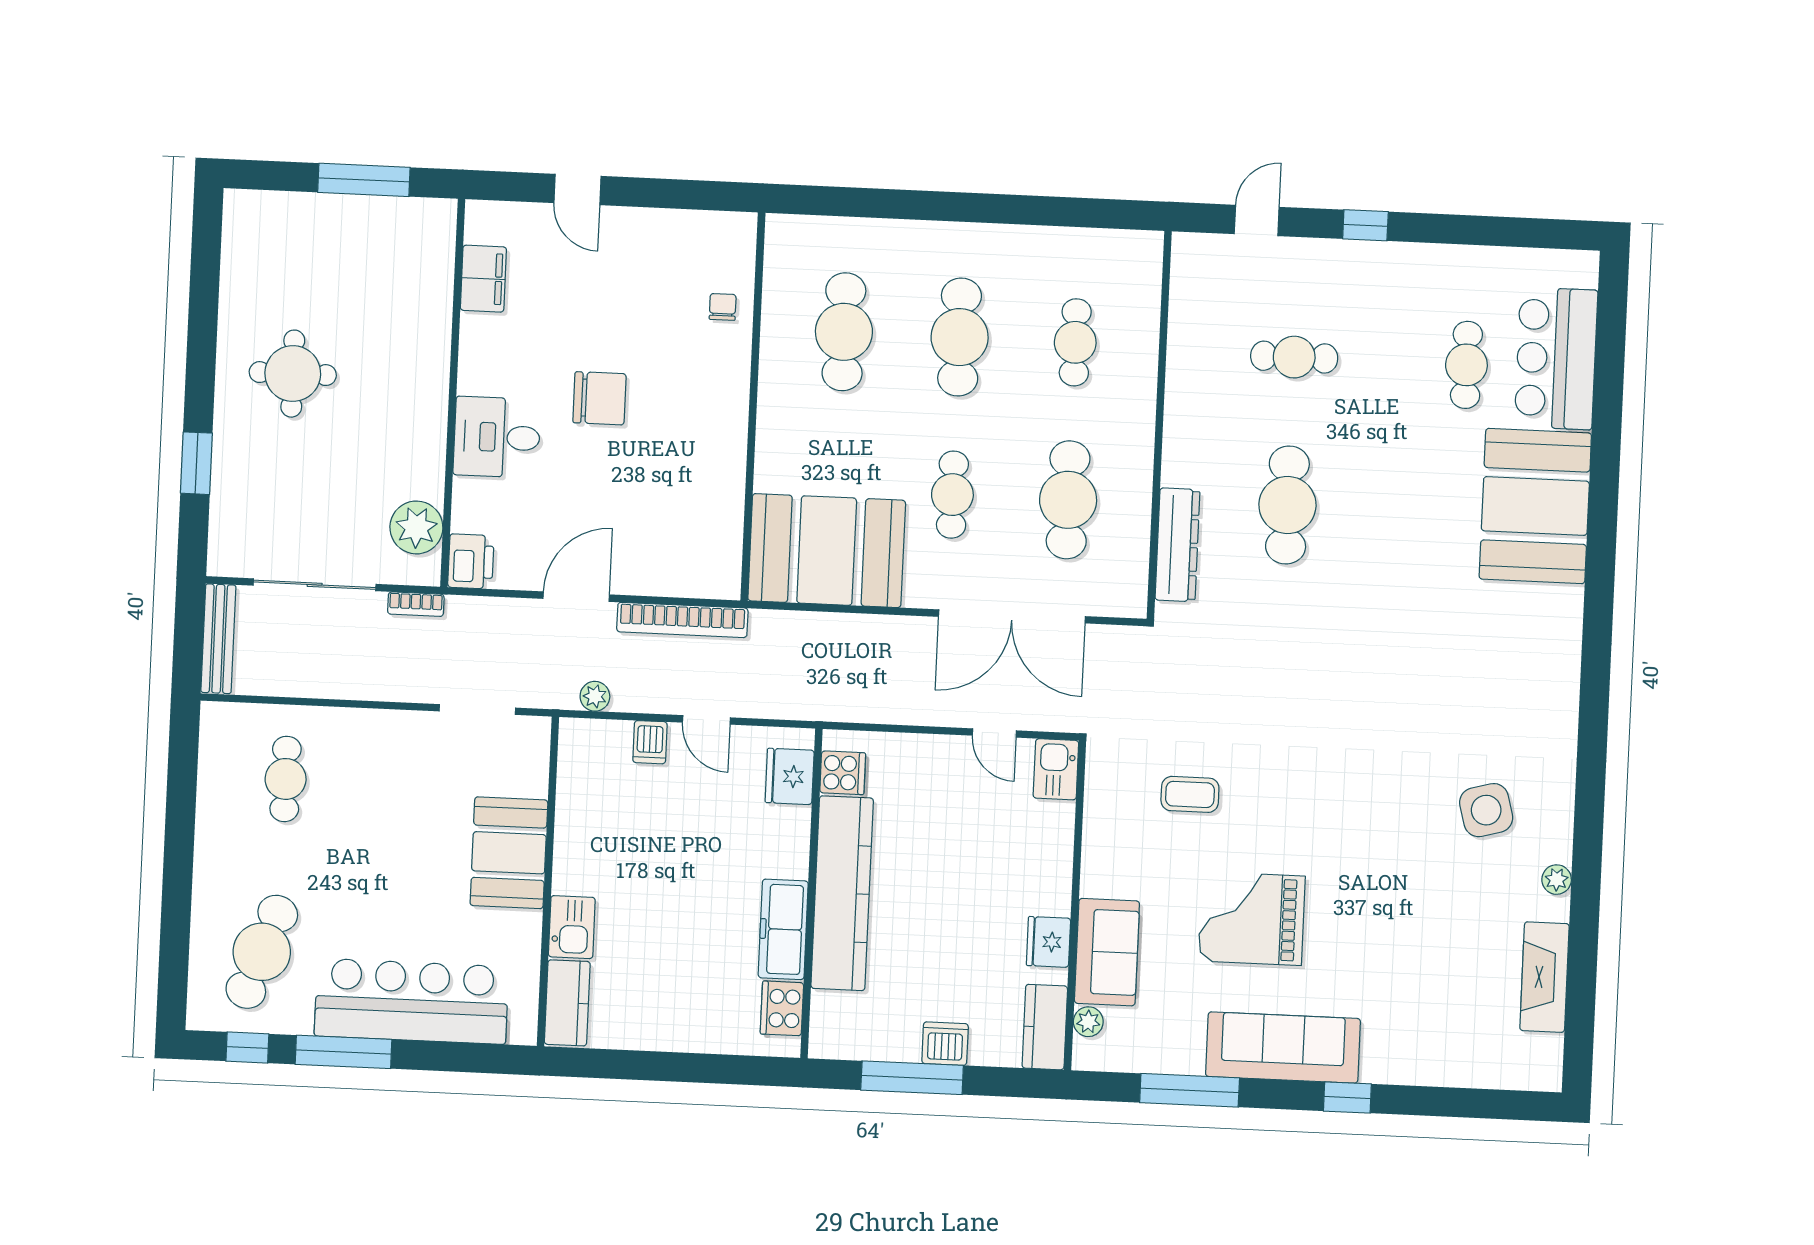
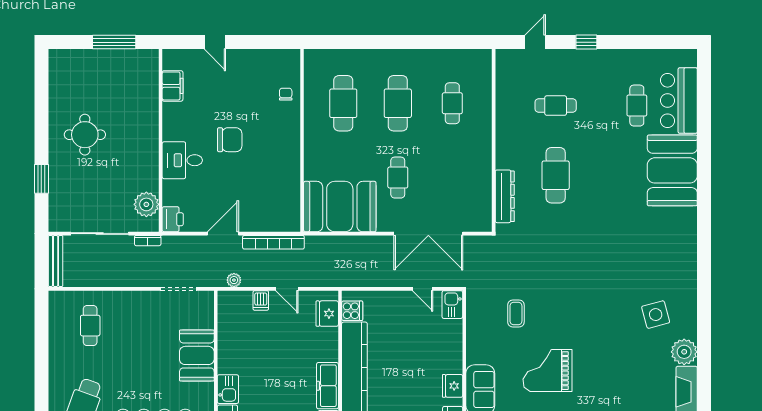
cafe table: (1068, 500) -> (452, 178), removed
coffee table: (1190, 794) -> (516, 313), turned 90
plant: (1557, 880) -> (684, 352), width x1.87, depth x1.87

